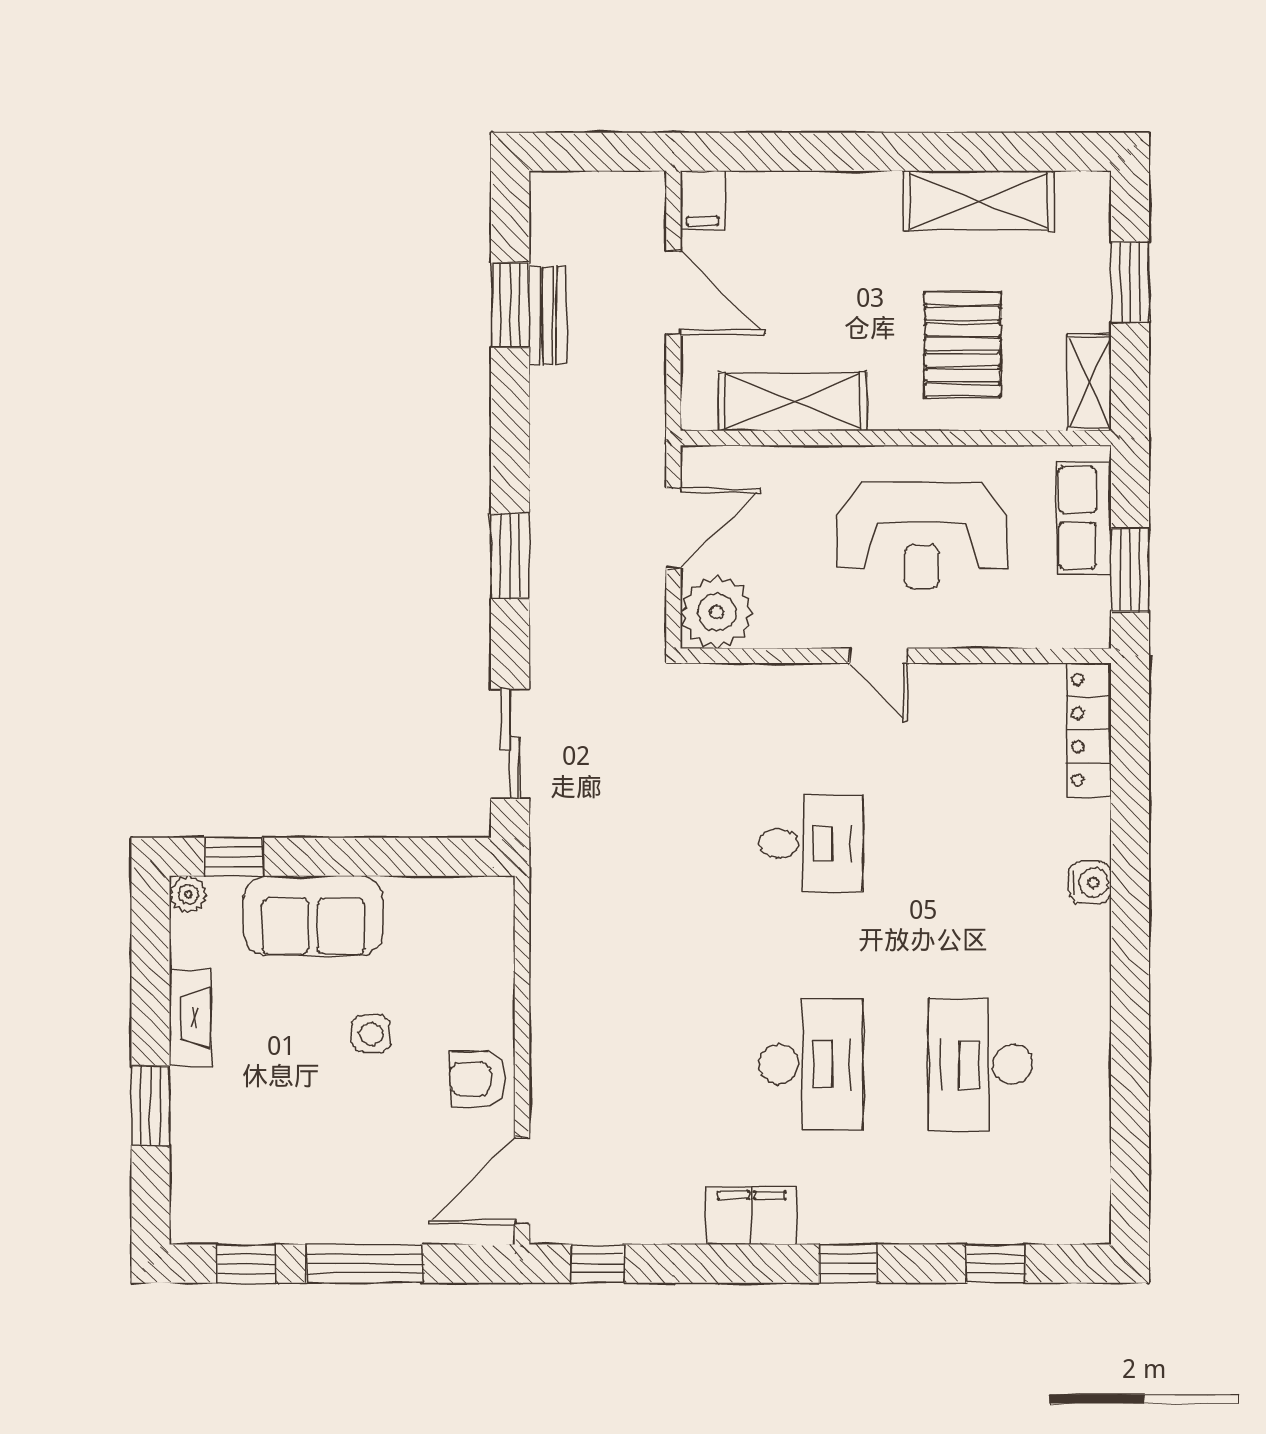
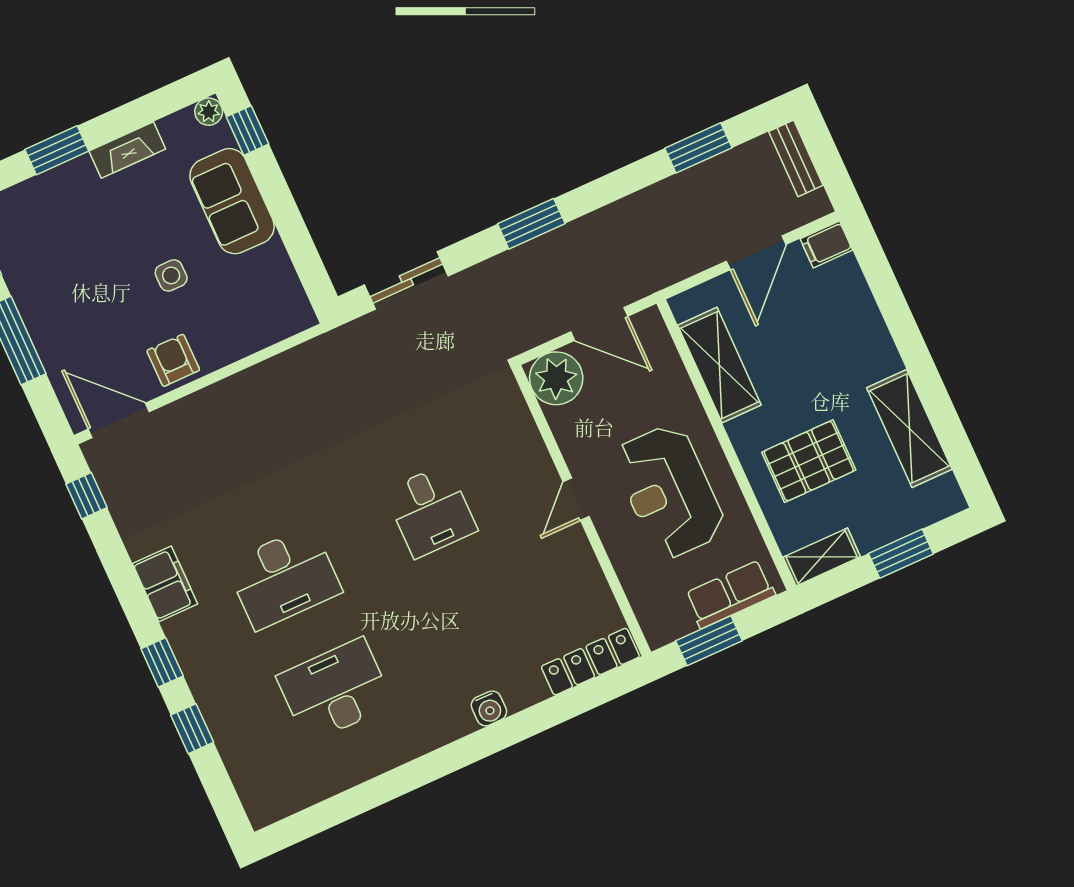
bench: (548, 315) -> (796, 158), moved, turned 90
window: (995, 1264) -> (192, 729), moved

